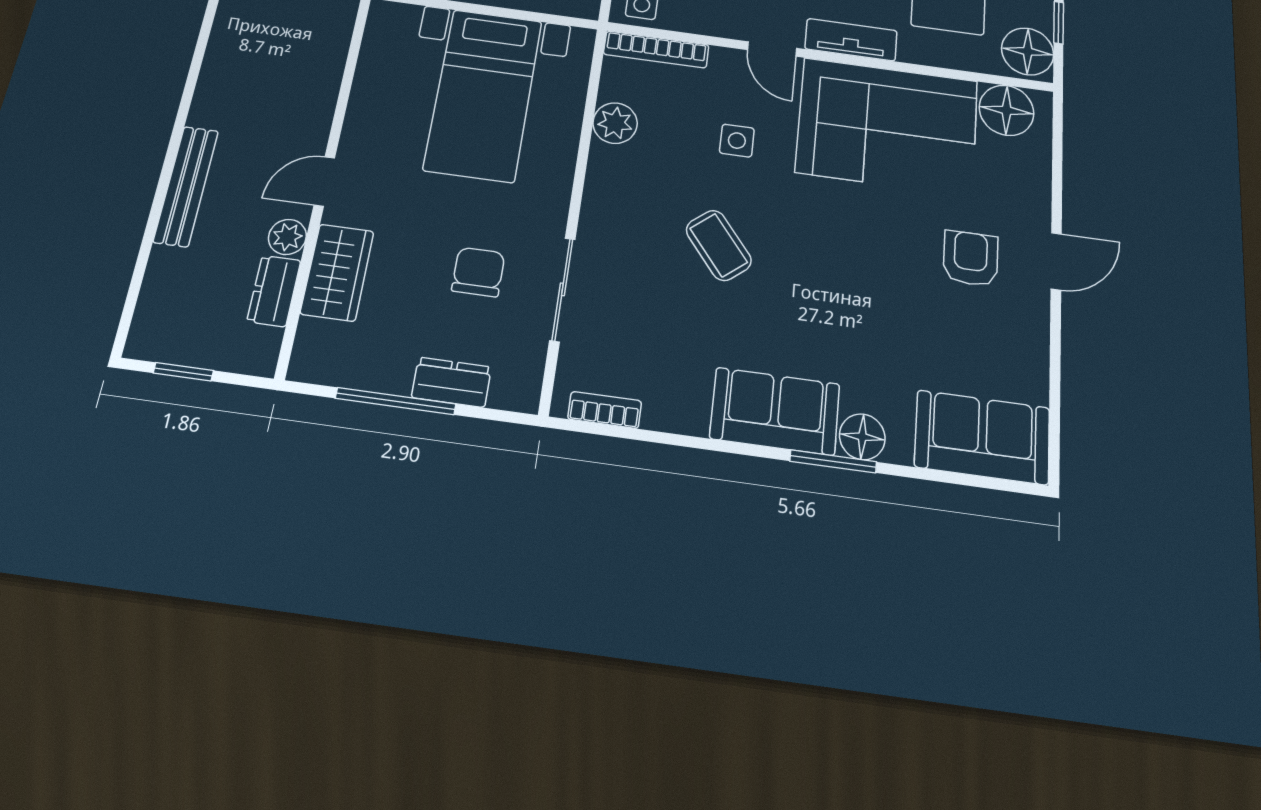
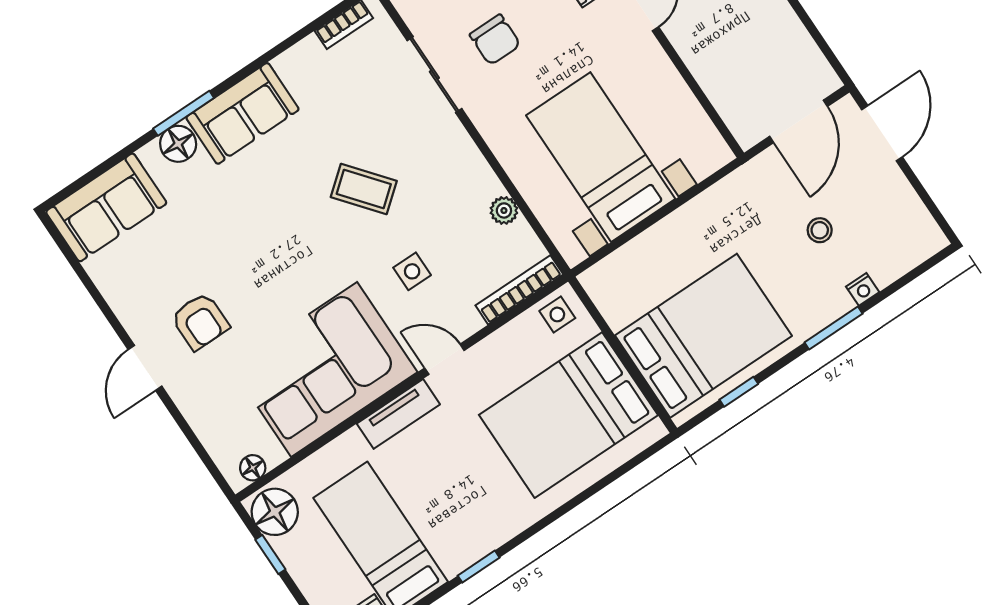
floor lamp: (1006, 110) -> (253, 468), width x0.53, depth x0.53
plant: (615, 123) -> (504, 210), width x0.73, depth x0.73

